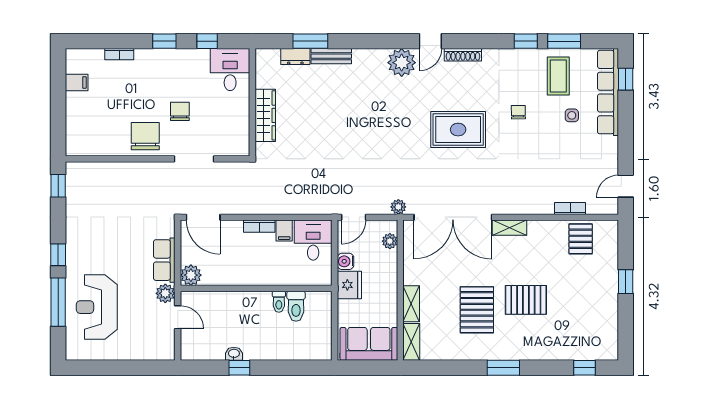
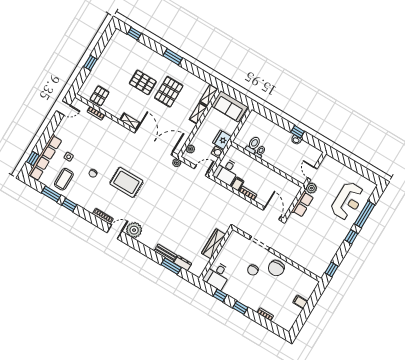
filing cabinet: (77, 82) -> (300, 302), moved
plant: (191, 275) -> (294, 189), removed

